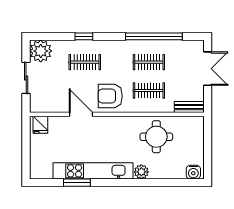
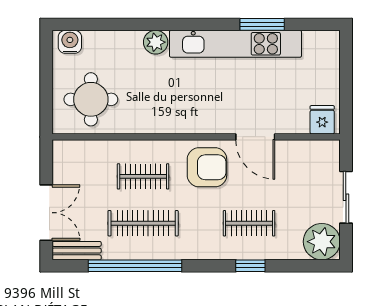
clothes rail: (149, 62) -> (143, 223), width x1.36
double door: (208, 69) -> (46, 213), swing flipped
bench: (189, 107) -> (77, 251), moved
round table: (156, 137) -> (91, 99), moved

